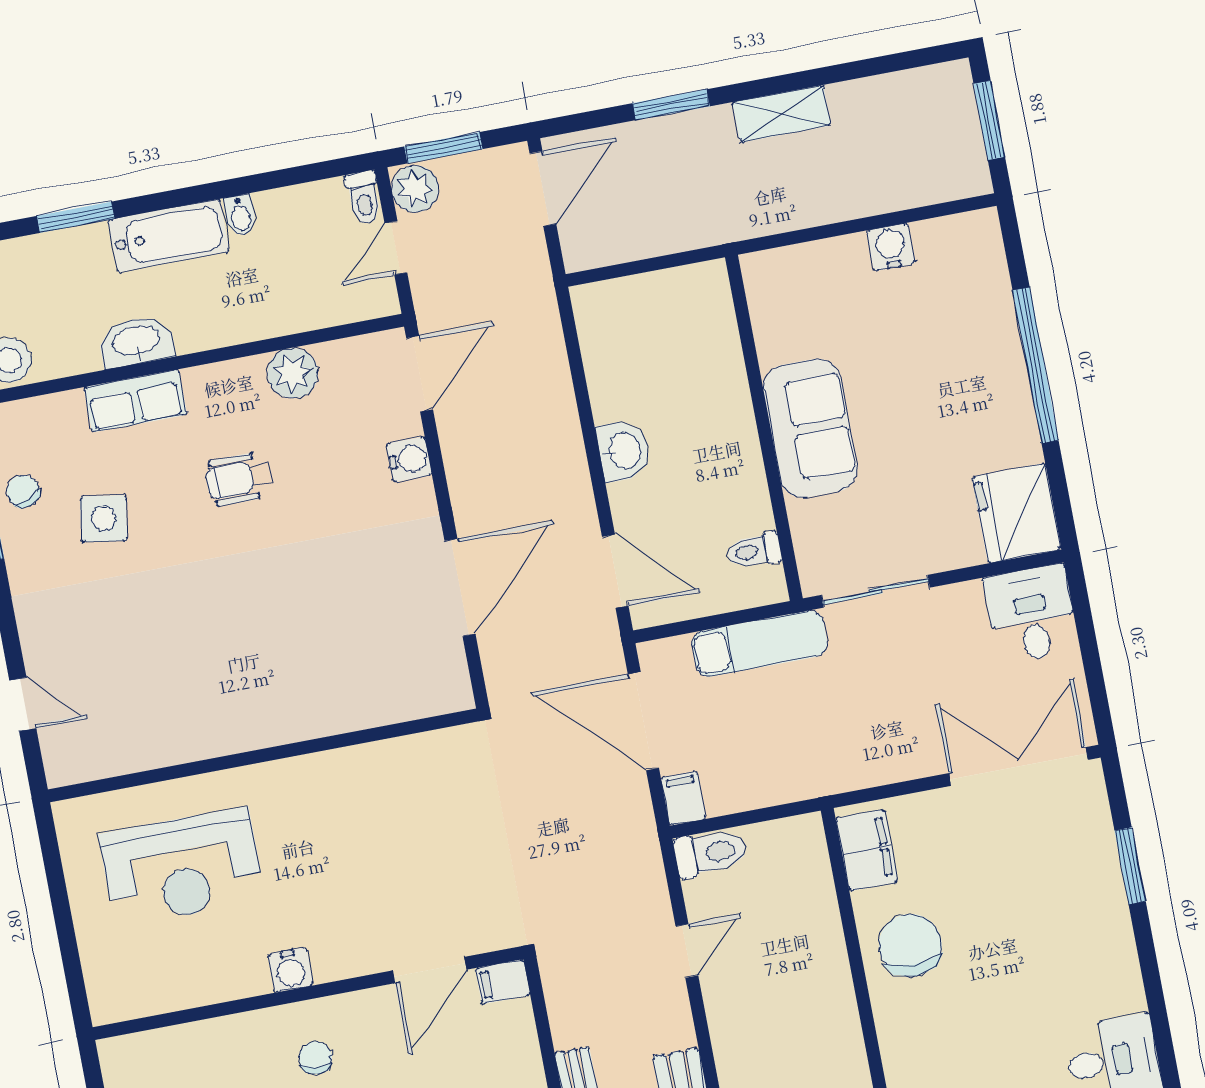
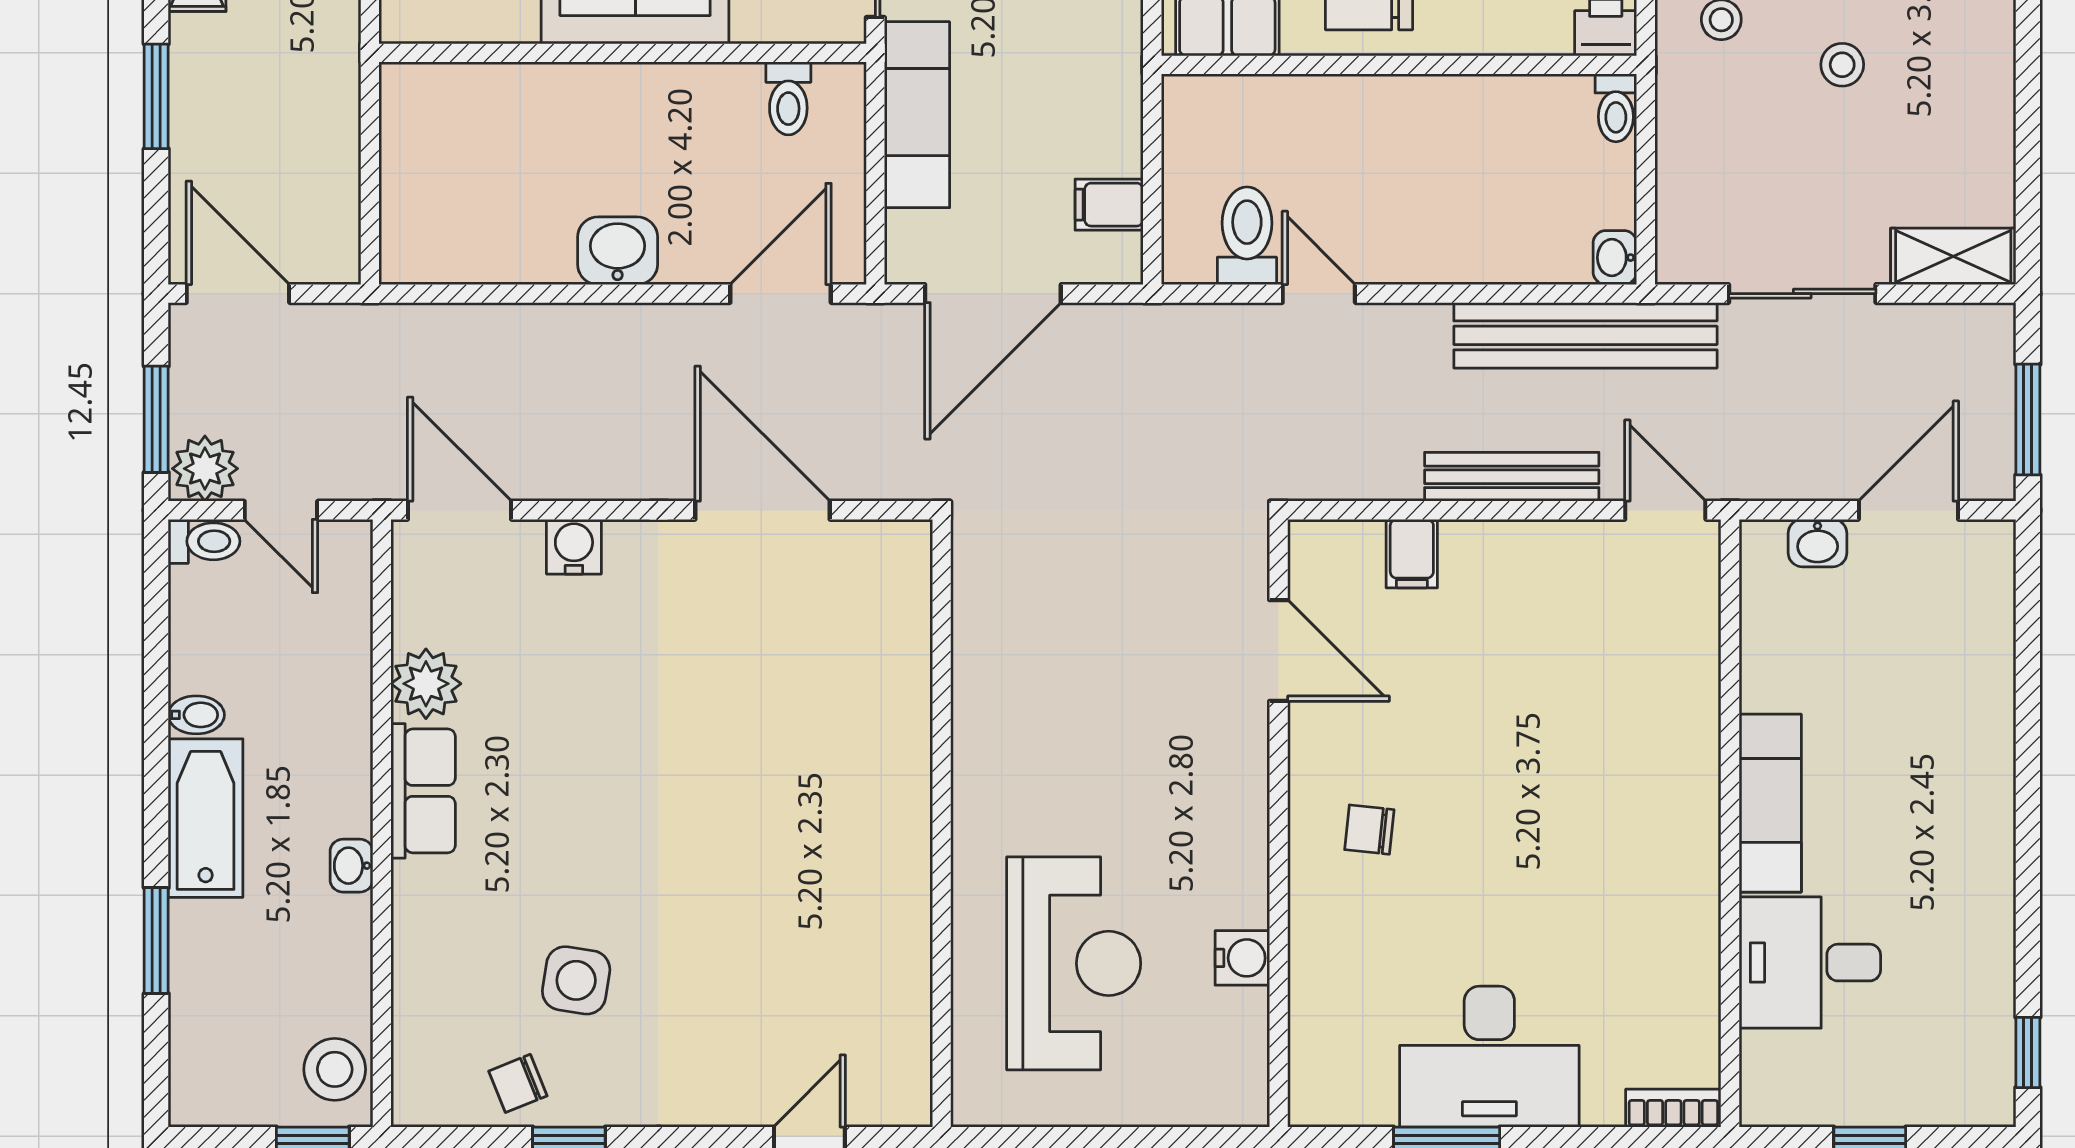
washbasin: (136, 341) -> (351, 866), width x0.52, depth x0.69
row of seats: (135, 401) -> (423, 791), moved
wheelchair: (239, 479) -> (557, 785), removed
filing cabinet: (683, 798) -> (1109, 205), moved
toilet: (711, 853) -> (1247, 236), moved
water cooler: (291, 970) -> (1242, 958), moved
filing cabinet: (503, 982) -> (1412, 554), moved

